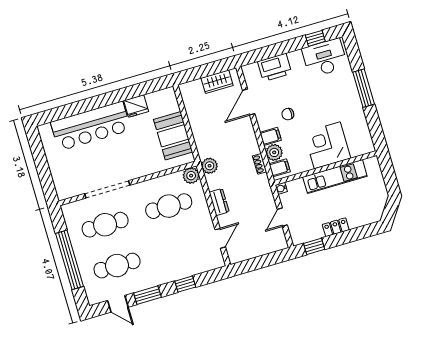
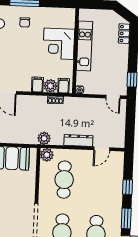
chair: (288, 114) -> (25, 22), moved
dresser: (219, 202) -> (78, 141), width x1.44
door: (282, 217) -> (113, 97), moved
locker: (336, 227) -> (124, 34), moved
door: (220, 238) -> (102, 149), swing flipped

